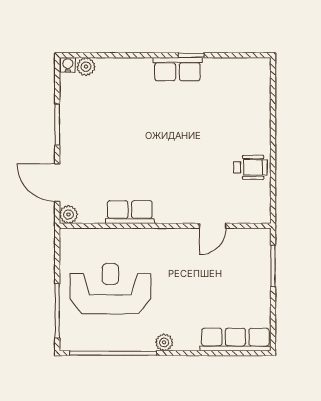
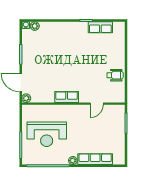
row of seats: (177, 69) -> (100, 27), moved
row of seats: (130, 212) -> (67, 97), moved
reception desk: (110, 289) -> (47, 134), turned 180
row of seats: (235, 340) -> (95, 159), moved

